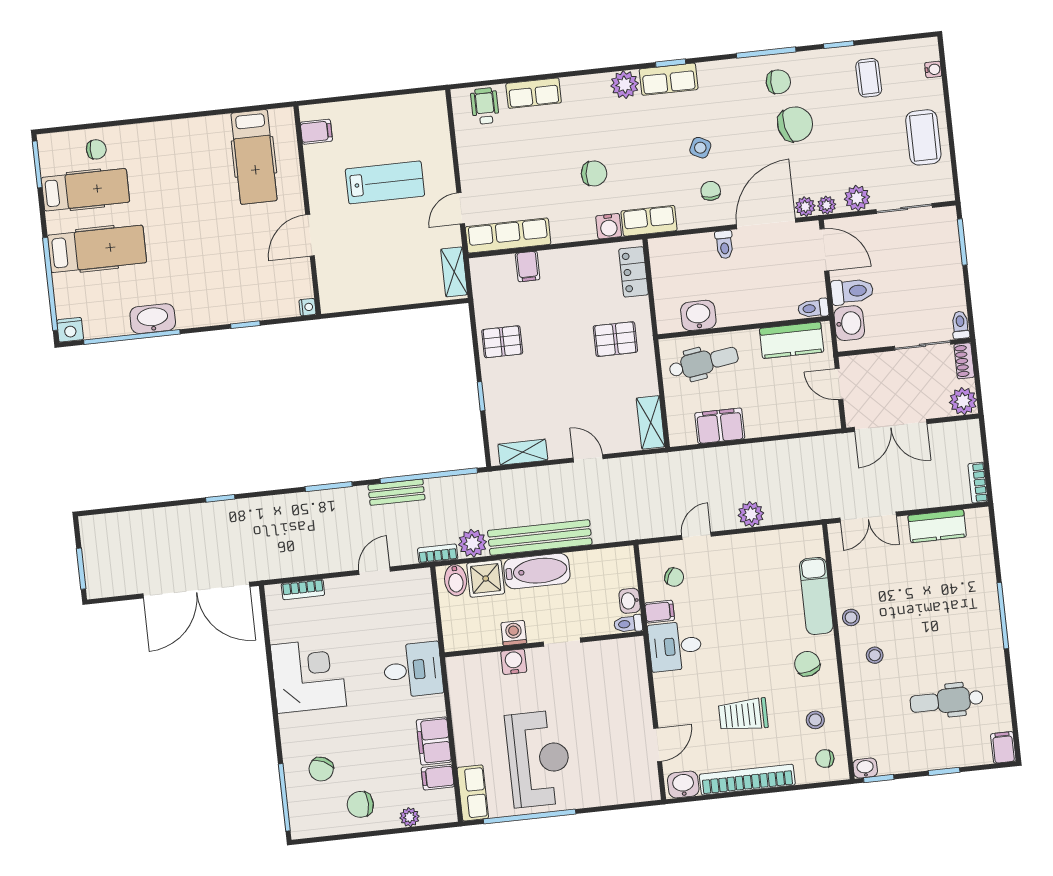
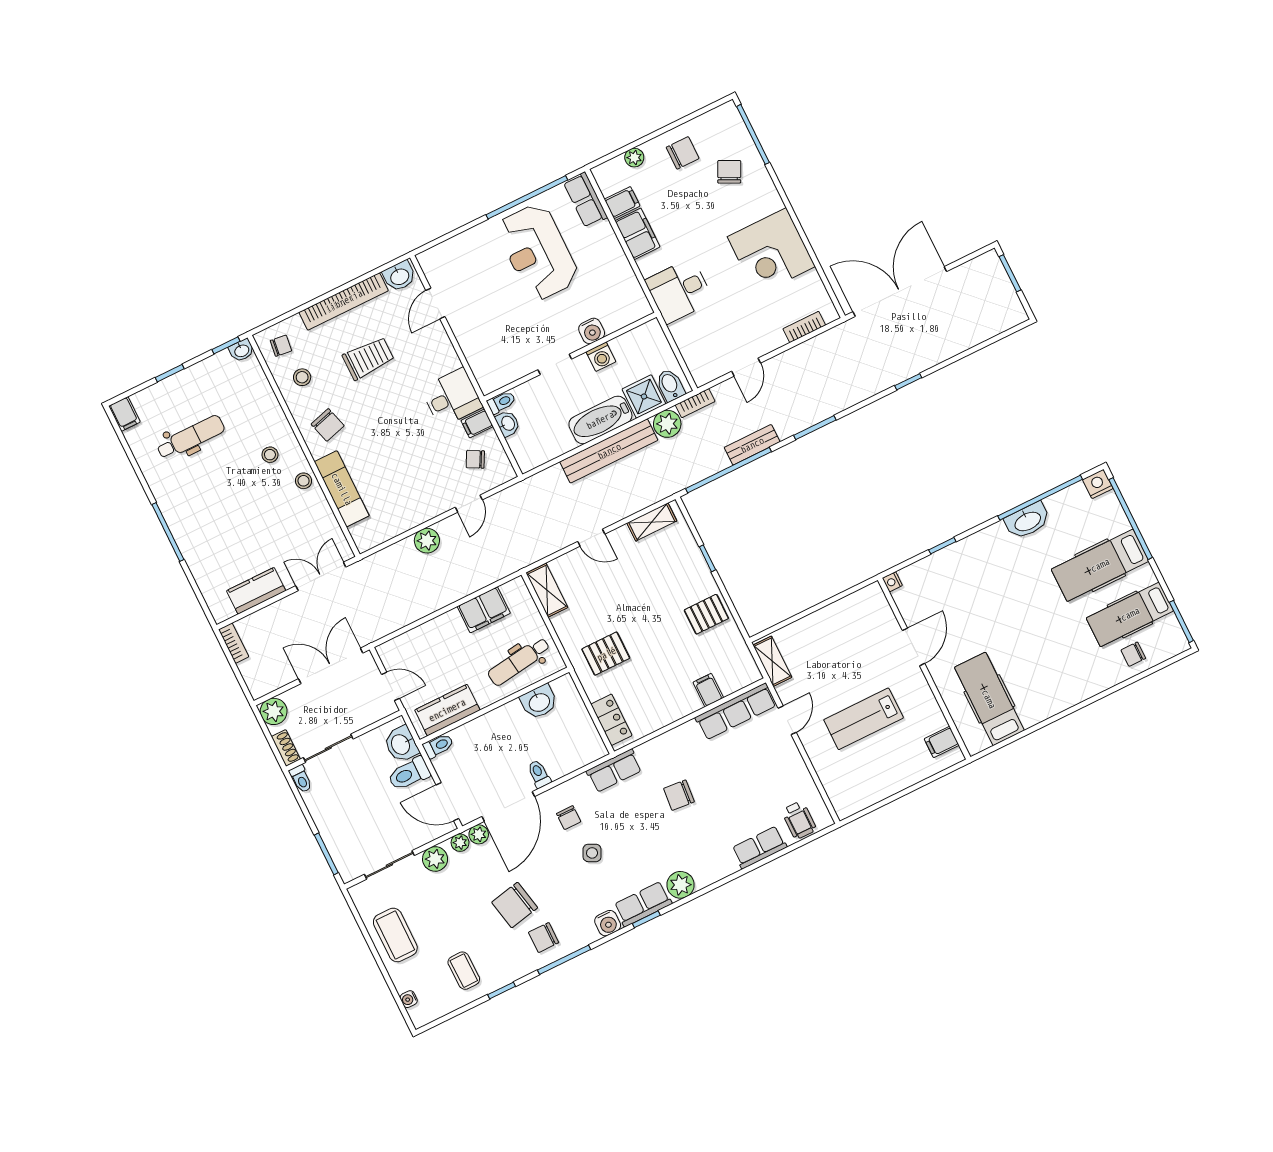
water cooler: (609, 226) -> (608, 923), moved, turned 180

